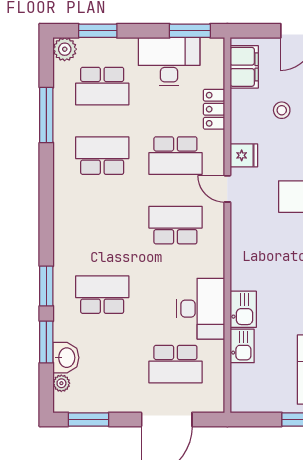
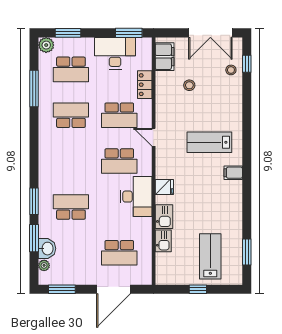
fridge: (244, 155) -> (164, 187), moved
school desk: (175, 225) -> (119, 161), turned 180
desk: (201, 309) -> (136, 197), moved

